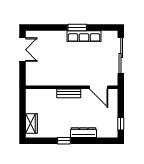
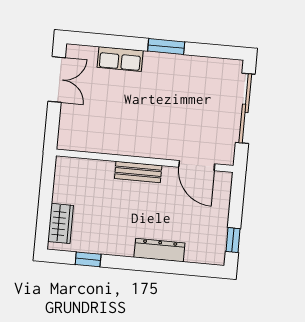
row of seats: (84, 36) -> (120, 59), moved, width x0.68
window: (64, 141) -> (88, 259), moved

